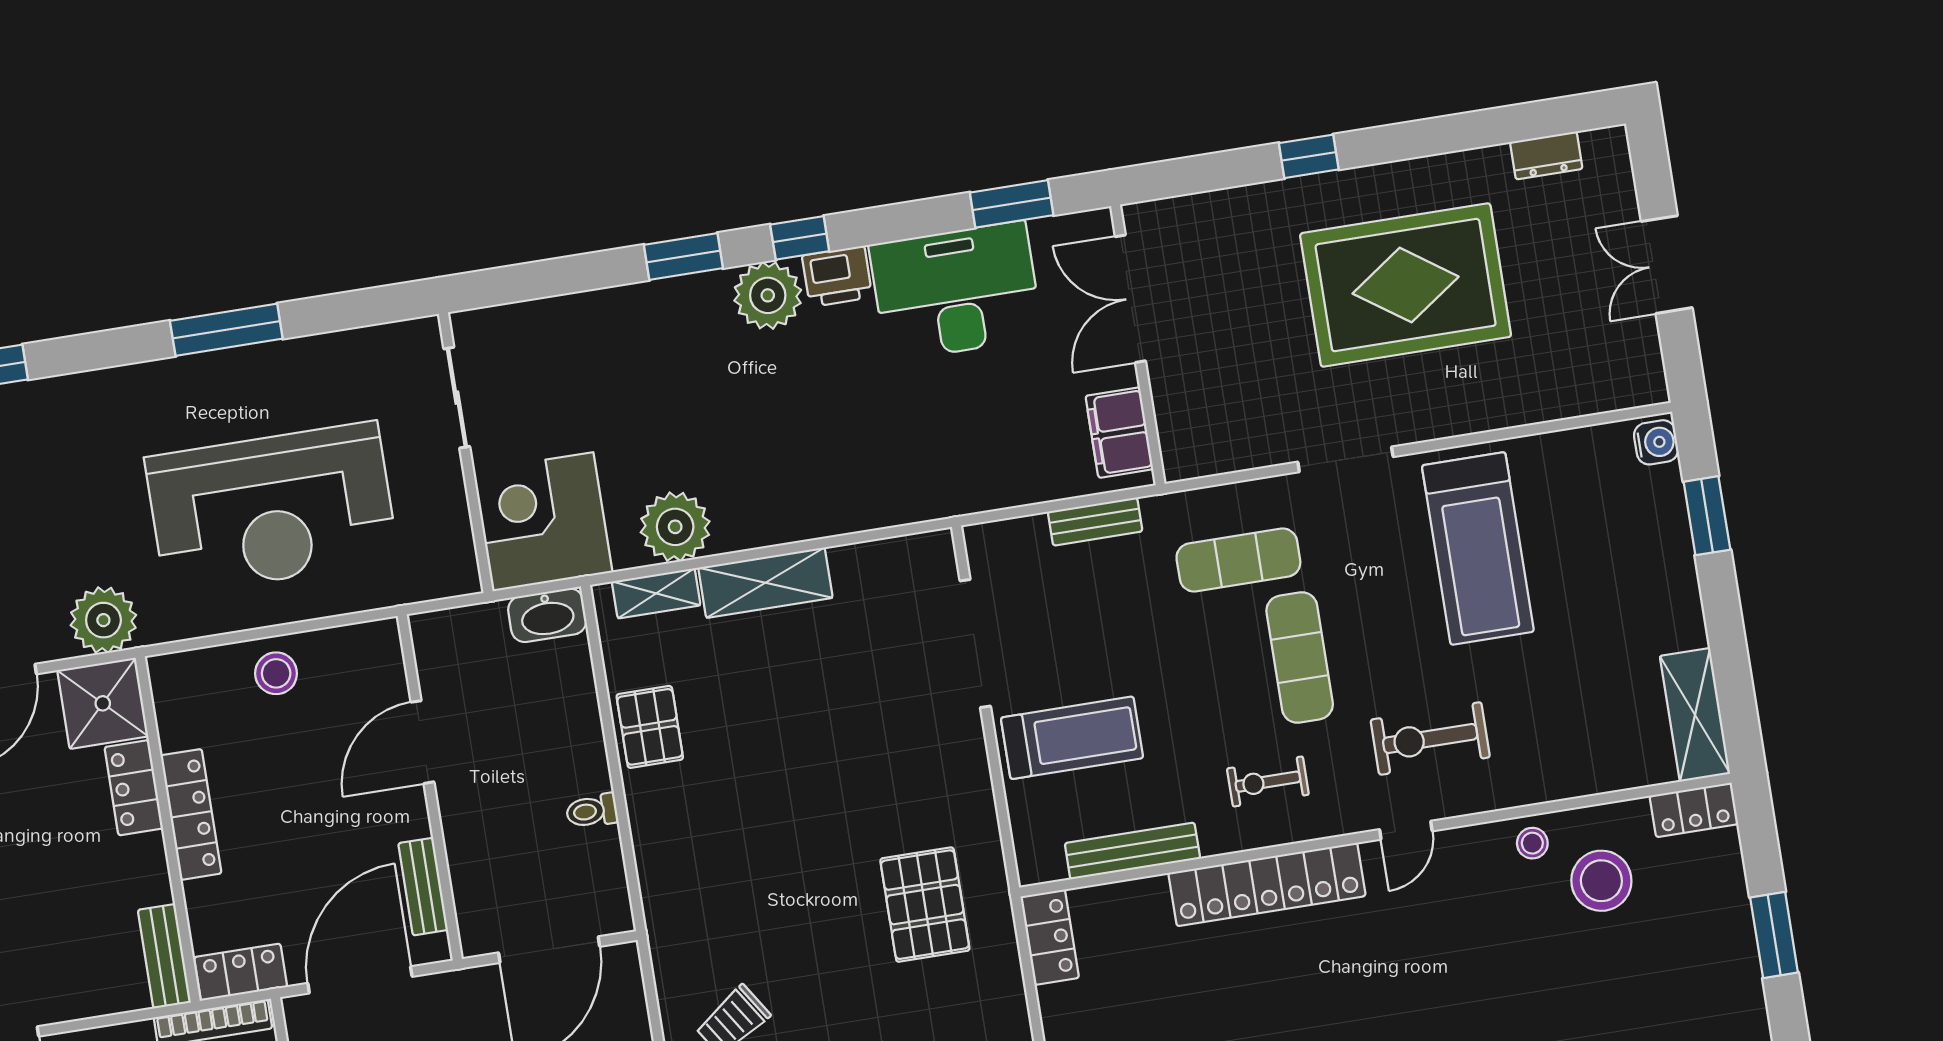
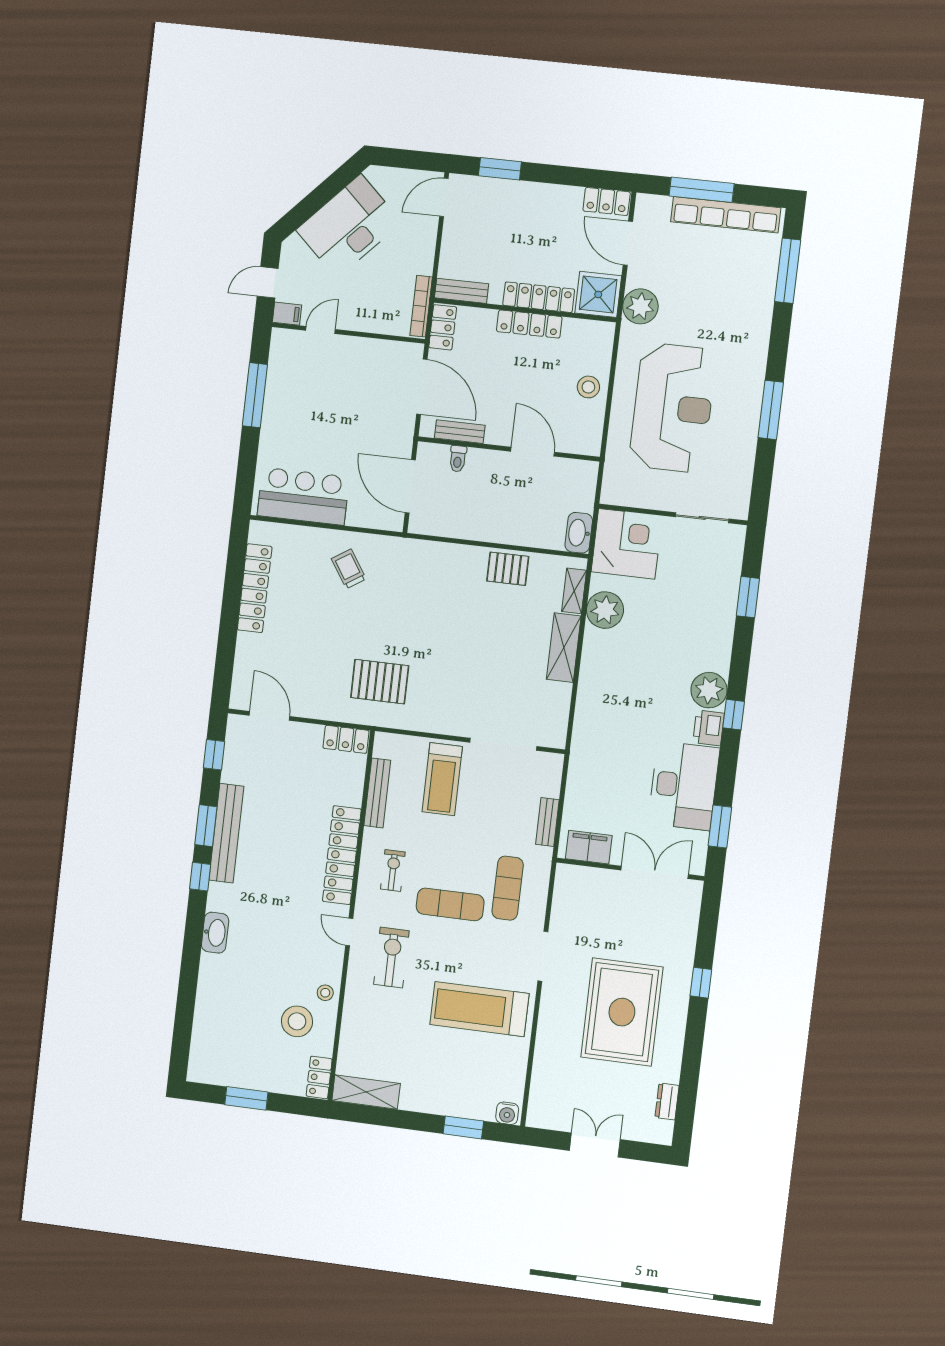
window: (683, 257) -> (748, 597), moved
reception desk: (272, 509) -> (673, 408), turned 180
locker: (134, 788) -> (539, 297), width x1.53
toilet: (592, 811) -> (458, 459), moved, turned 180

